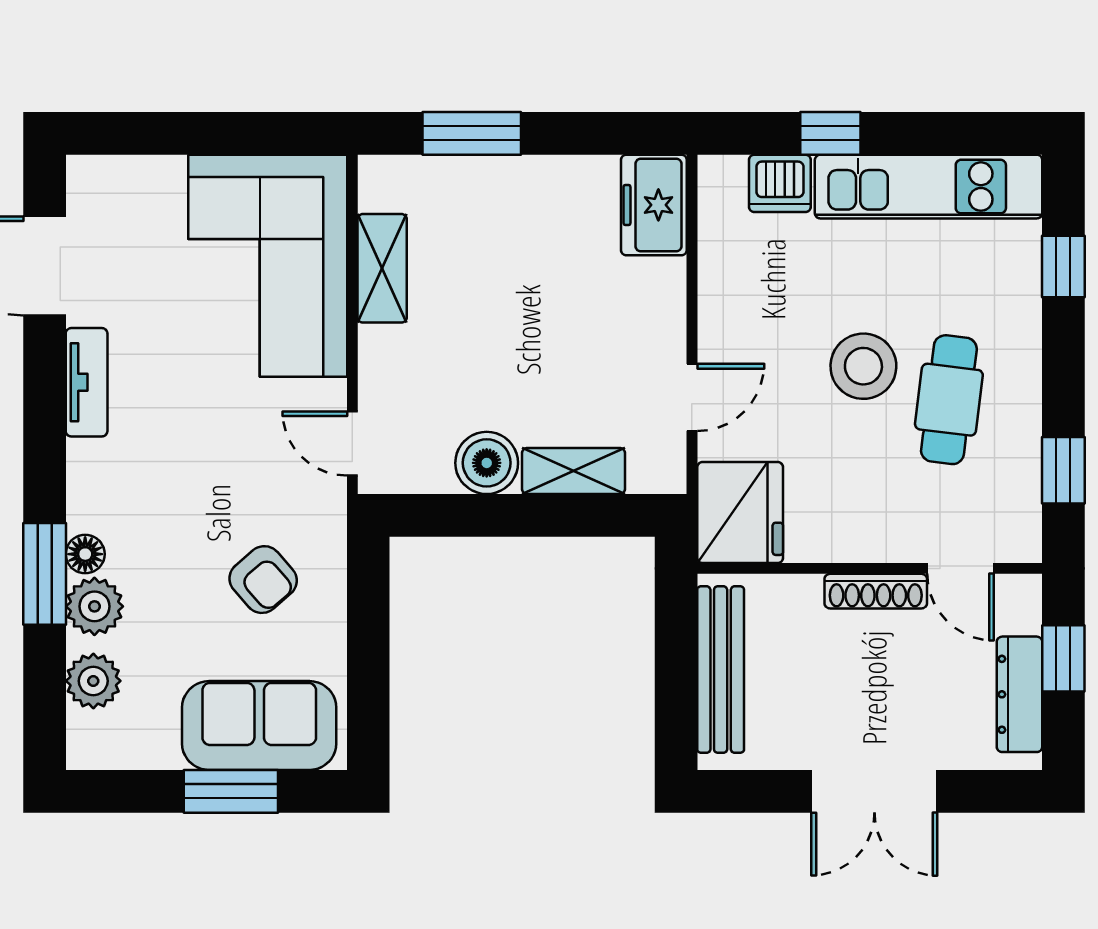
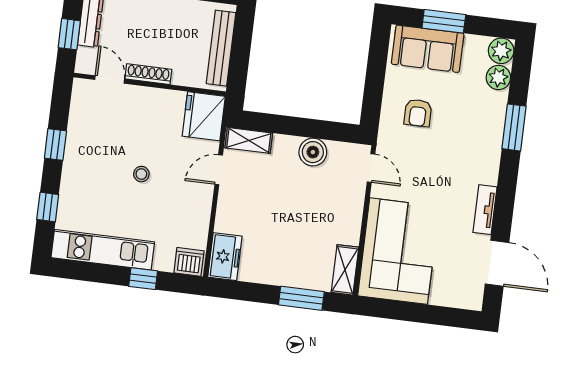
dishwasher: (780, 183) -> (189, 262), moved
shelving: (382, 268) -> (345, 270), moved
stool: (863, 366) -> (141, 174), width x0.53, depth x0.53
cafe table: (949, 400) -> (105, 155), removed
window: (1063, 470) -> (55, 145), moved
shelving: (574, 471) -> (249, 140), moved
floor lamp: (85, 554) -> (495, 134), removed
armchair: (263, 580) -> (418, 113), turned -139
plant: (94, 606) -> (501, 51), moved

